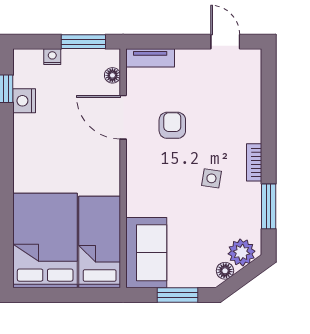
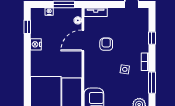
nightstand: (24, 101) -> (36, 44), moved
window: (269, 113) -> (152, 38), added
door: (123, 117) -> (83, 40), hinge flipped

